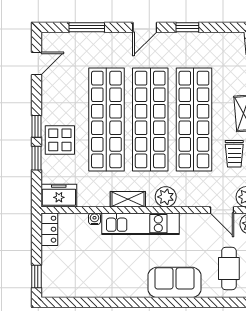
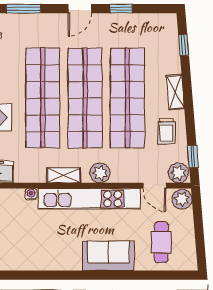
kitchen unit: (141, 224) -> (89, 199), width x1.36

